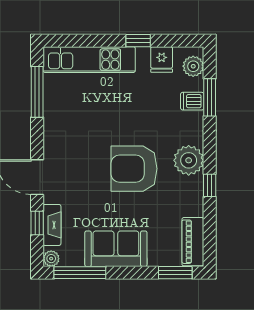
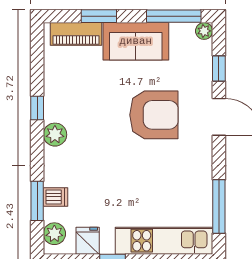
plant: (189, 160) -> (55, 135), width x0.73, depth x0.73
armchair: (134, 169) -> (154, 115), moved
fireplace: (52, 225) -> (203, 66), removed
piano: (193, 242) -> (76, 34), moved, turned 90
window: (175, 273) -> (99, 16), moved

